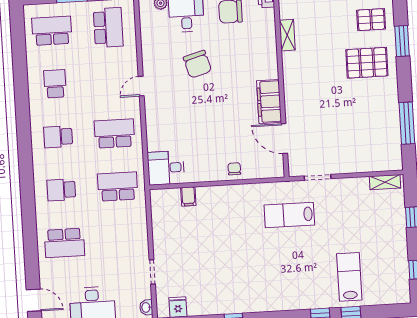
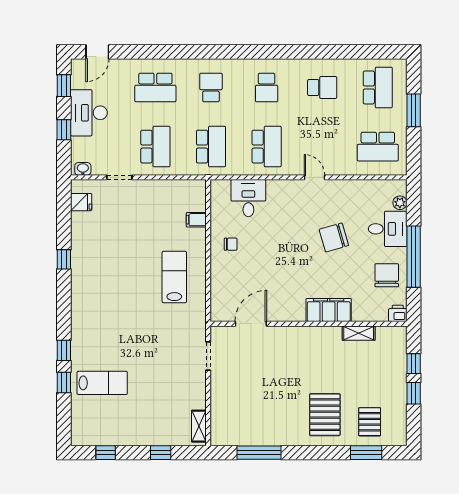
window: (402, 41) -> (366, 453), moved
filing cabinet: (269, 102) -> (329, 310), moved
school desk: (58, 137) -> (267, 87), turned 180
desk: (166, 168) -> (248, 198), moved
chair: (234, 169) -> (231, 244), moved
lab bench: (289, 215) -> (174, 277), moved
school desk: (121, 240) -> (155, 147), added
school desk: (64, 243) -> (155, 87), turned -90

